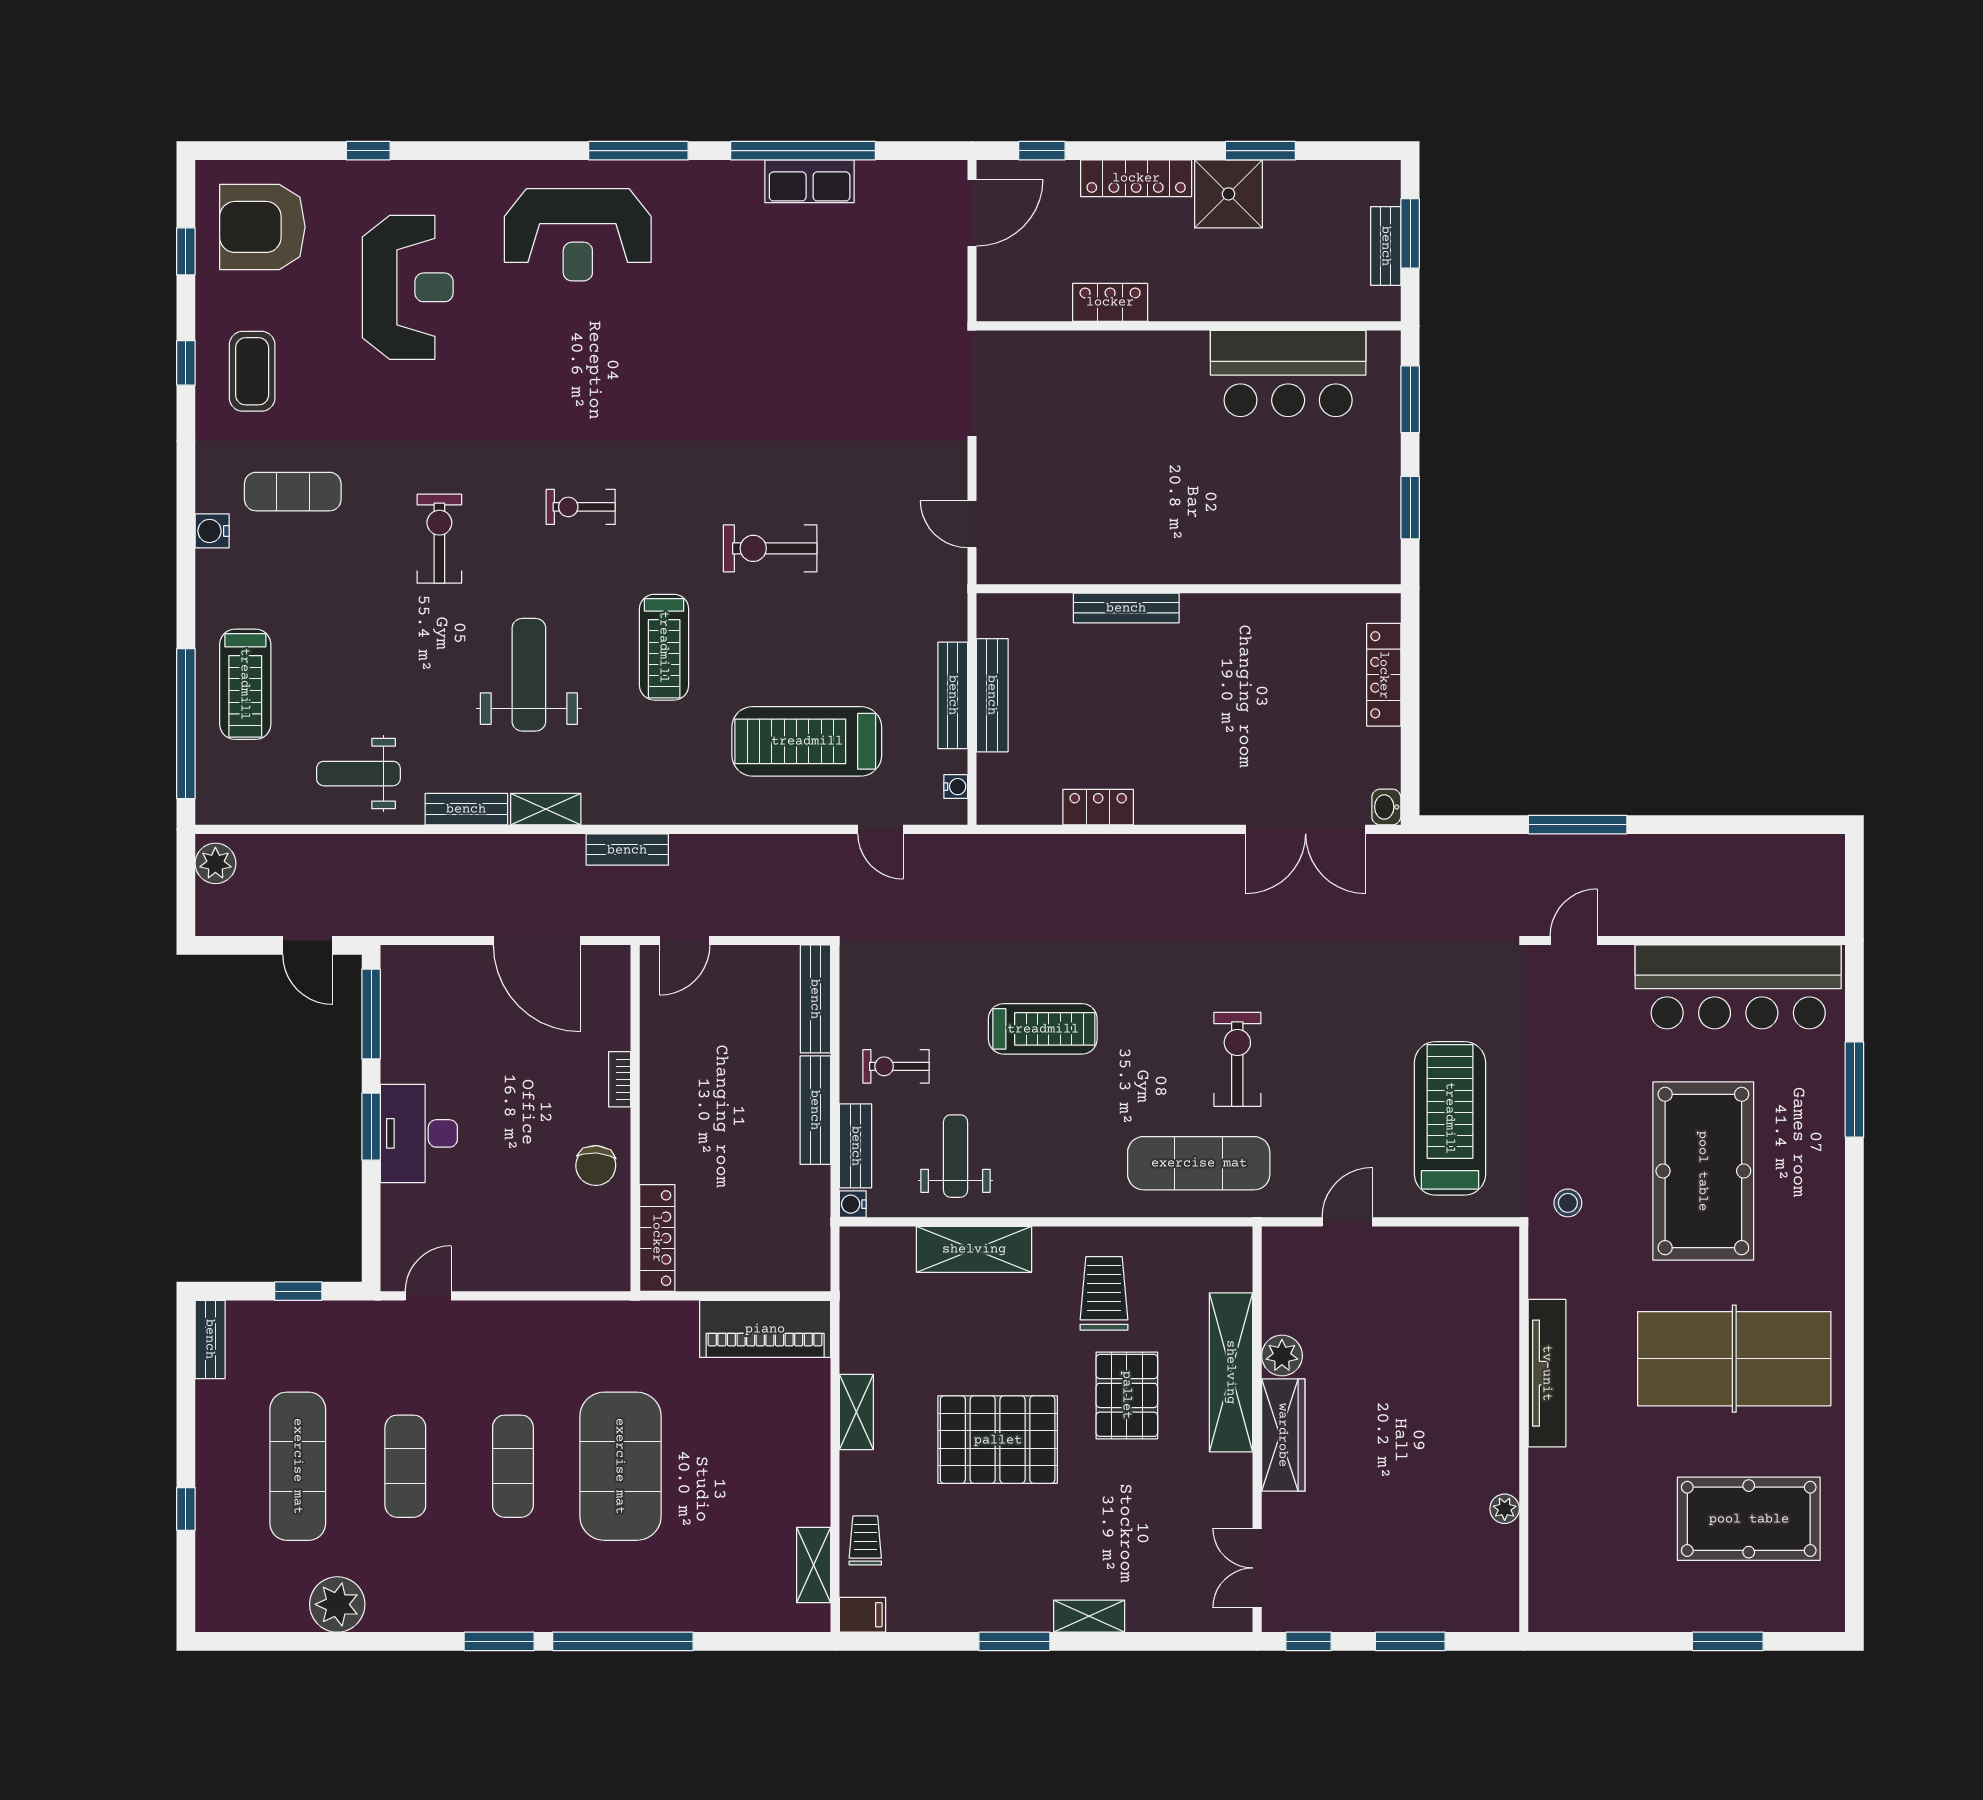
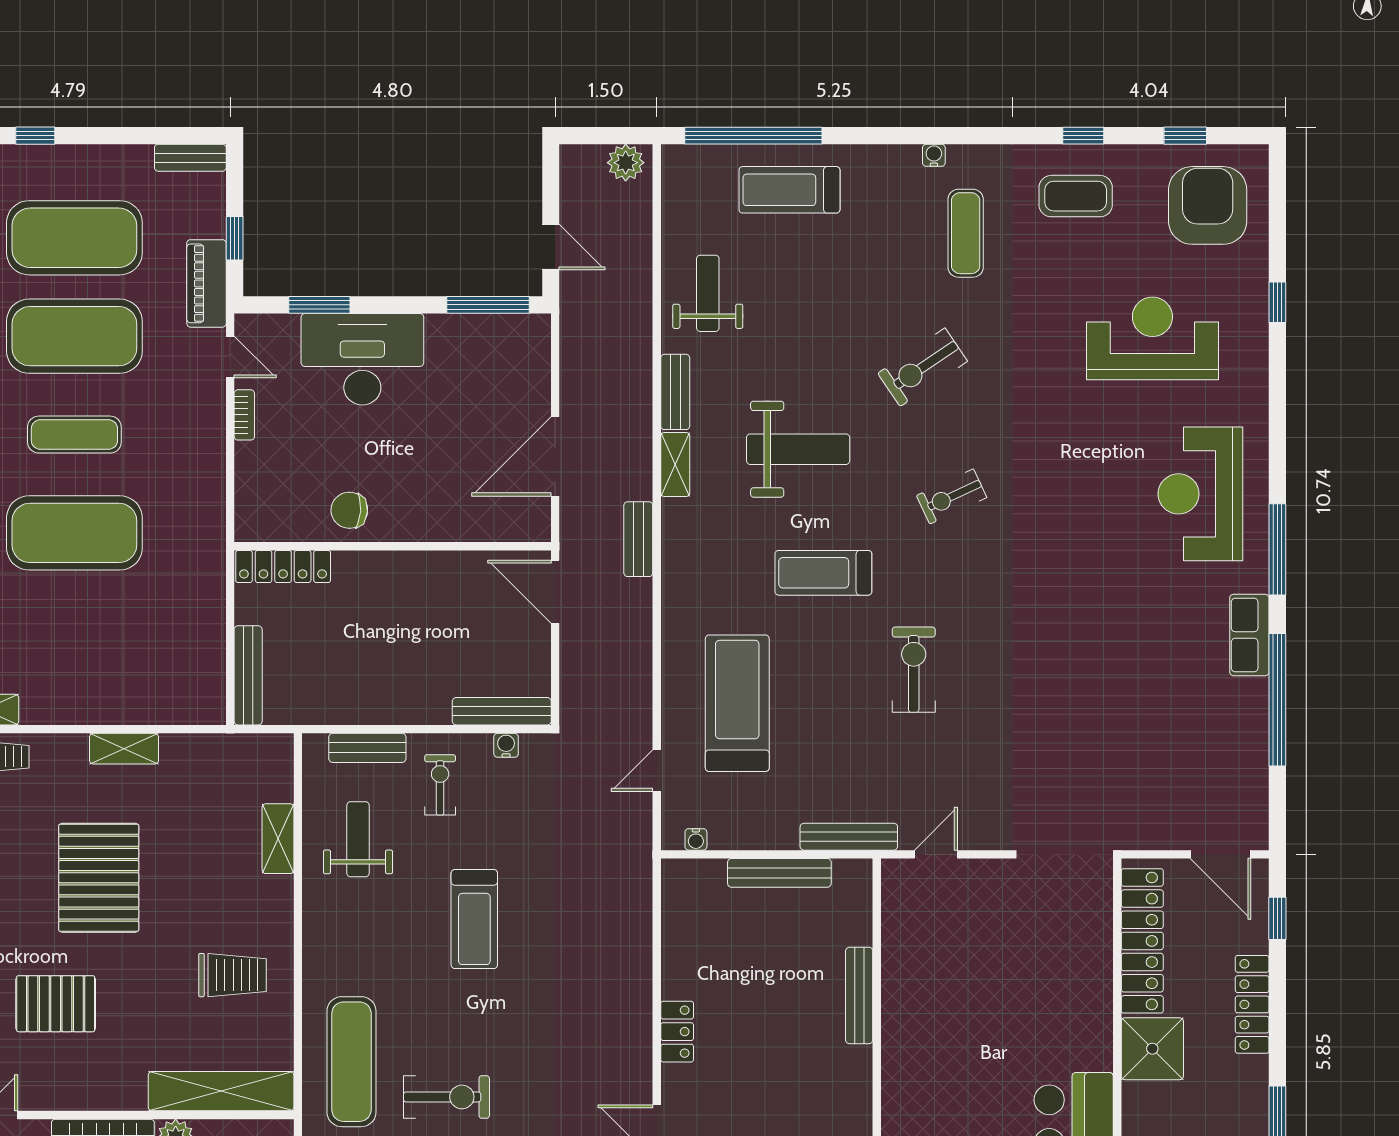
row of seats: (810, 181) -> (1249, 635), moved
shower: (1228, 194) -> (1152, 1049), moved
reception desk: (408, 287) -> (1152, 338), turned 180
locker: (1110, 302) -> (1142, 941), width x2.16, depth x1.21
exercise bike: (581, 507) -> (952, 497), turned -115
water cooler: (212, 531) -> (934, 155), width x0.72, depth x0.72
exercise bike: (439, 539) -> (923, 367), turned 146
bench: (953, 695) -> (849, 837), moved
locker: (1098, 807) -> (677, 1032), moved
door: (685, 940) -> (555, 592), width x1.38
door: (308, 945) -> (551, 247), swing flipped
bookcase: (620, 1079) -> (244, 415), moved, turned 90
bench: (815, 1110) -> (248, 675), moved, turned 90
window: (371, 1127) -> (319, 305), moved
desk: (419, 1133) -> (362, 359), width x1.36, depth x1.30
weight bench: (956, 1156) -> (358, 839), turned -90
water cooler: (853, 1204) -> (506, 745), moved
shelving: (974, 1249) -> (278, 839), width x0.67, depth x0.75
piano: (765, 1329) -> (206, 283), moved, width x0.73, depth x0.75
shelving: (1231, 1372) -> (221, 1091), moved
pallet: (1127, 1395) -> (56, 1004), moved
exercise mat: (298, 1466) -> (74, 238), width x1.47
exercise mat: (405, 1466) -> (74, 336), width x2.00, depth x1.45

